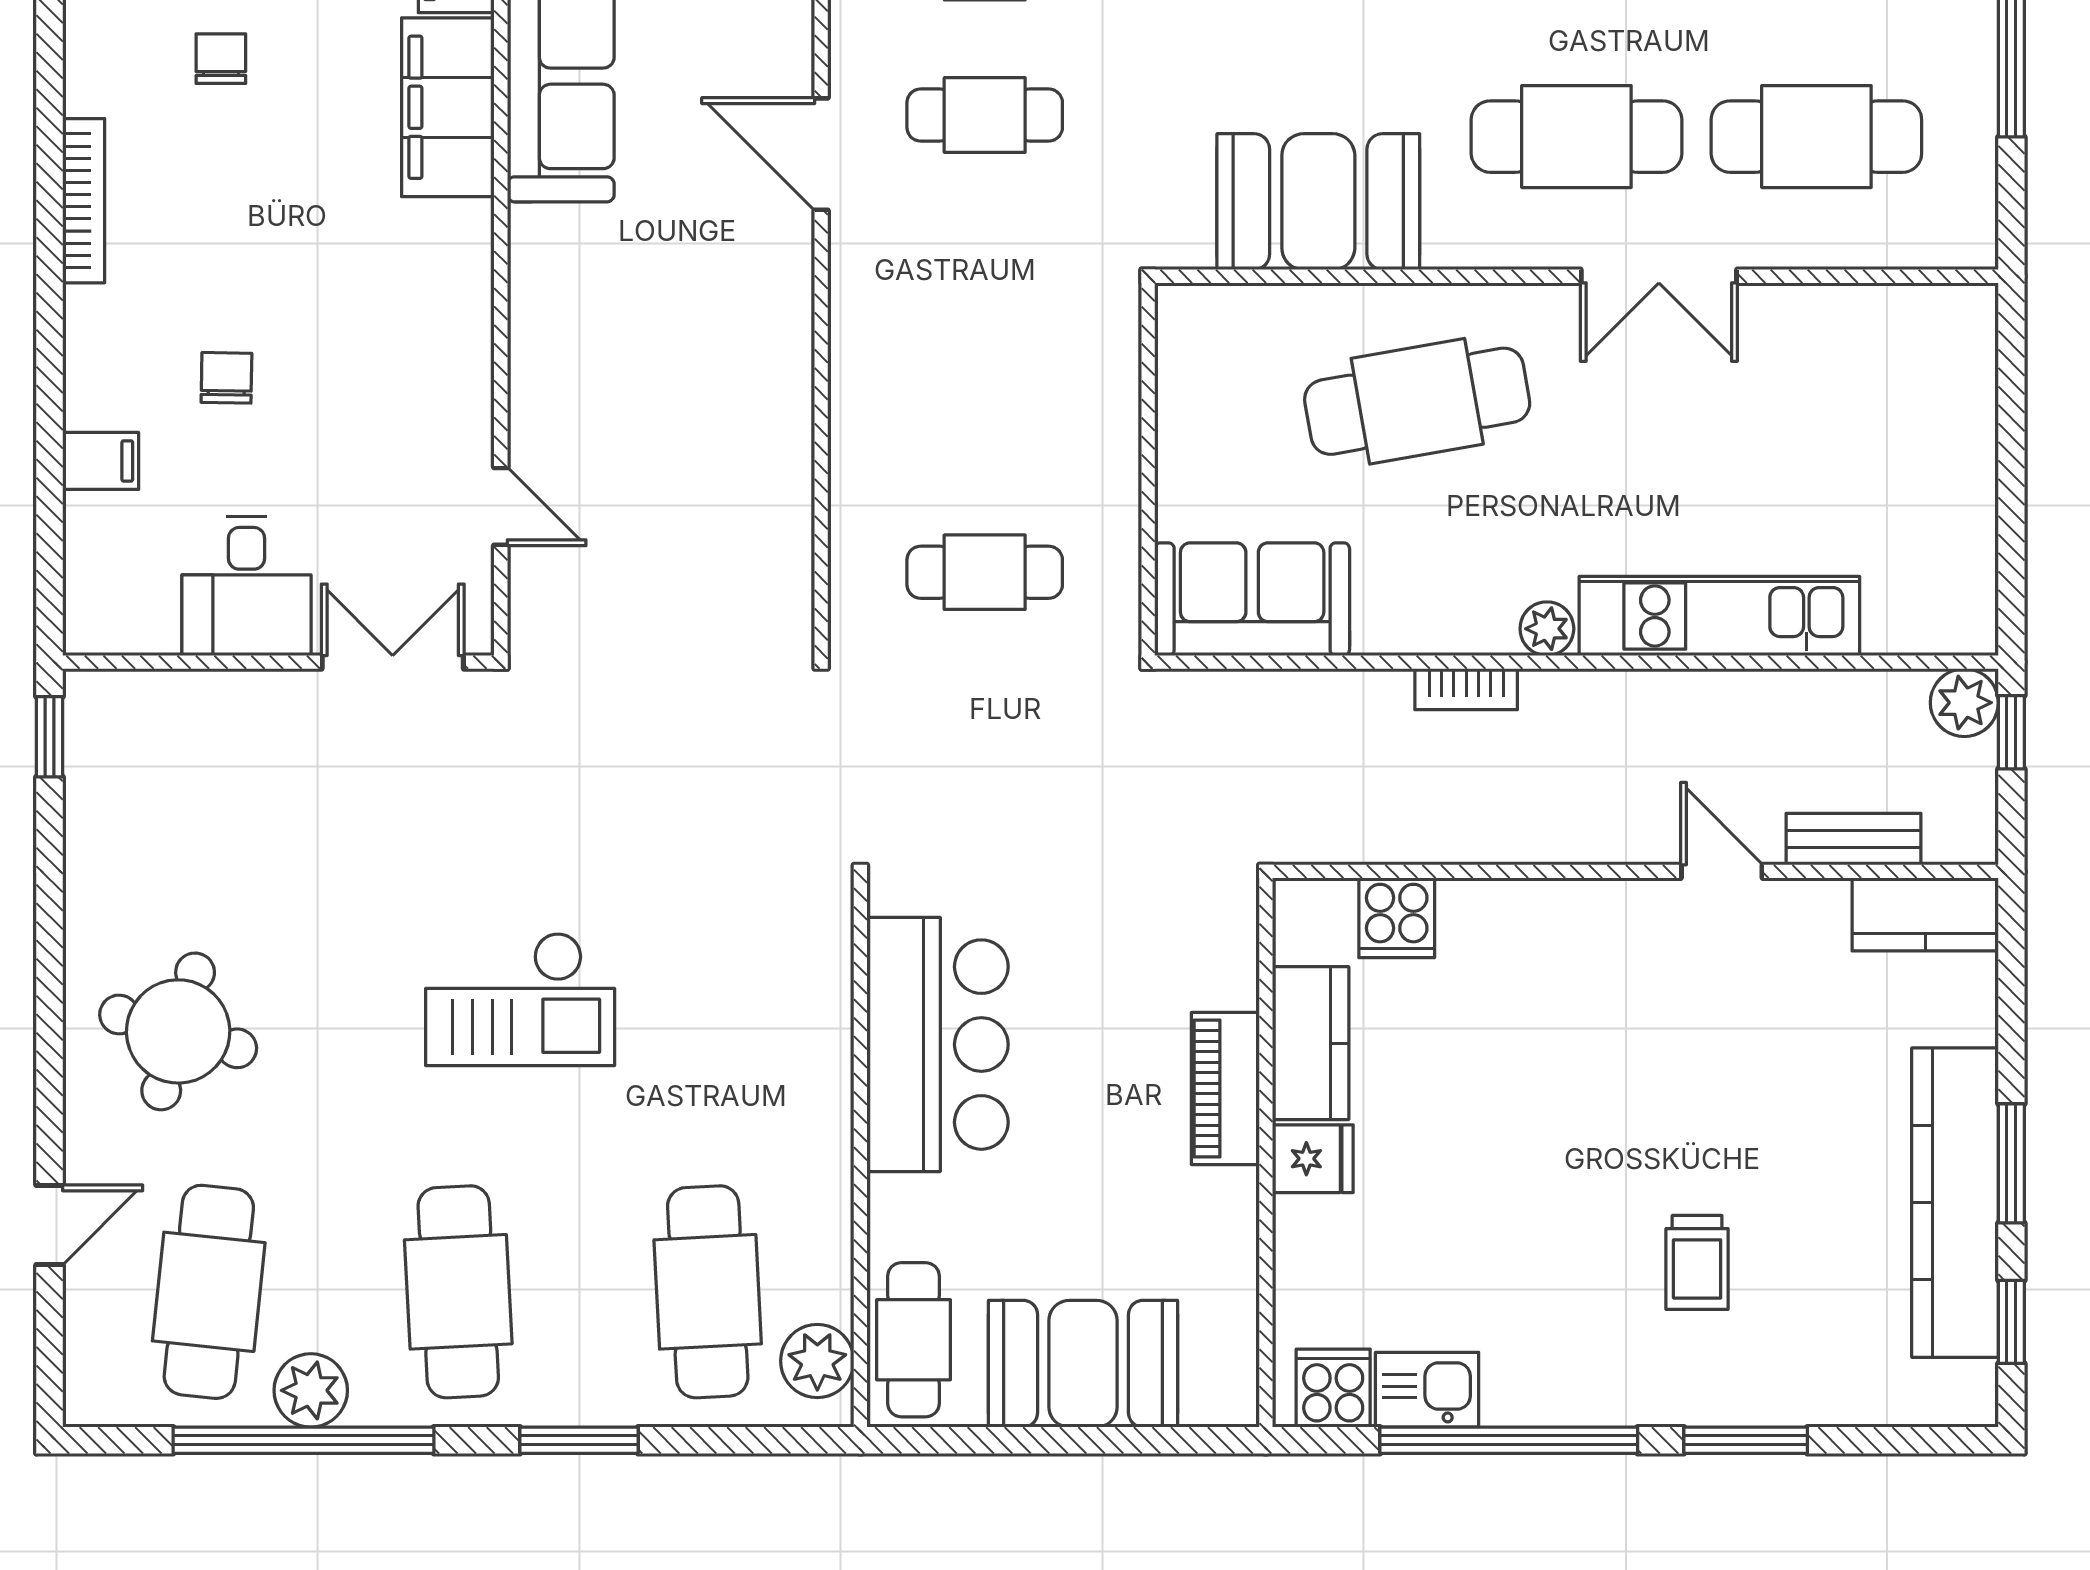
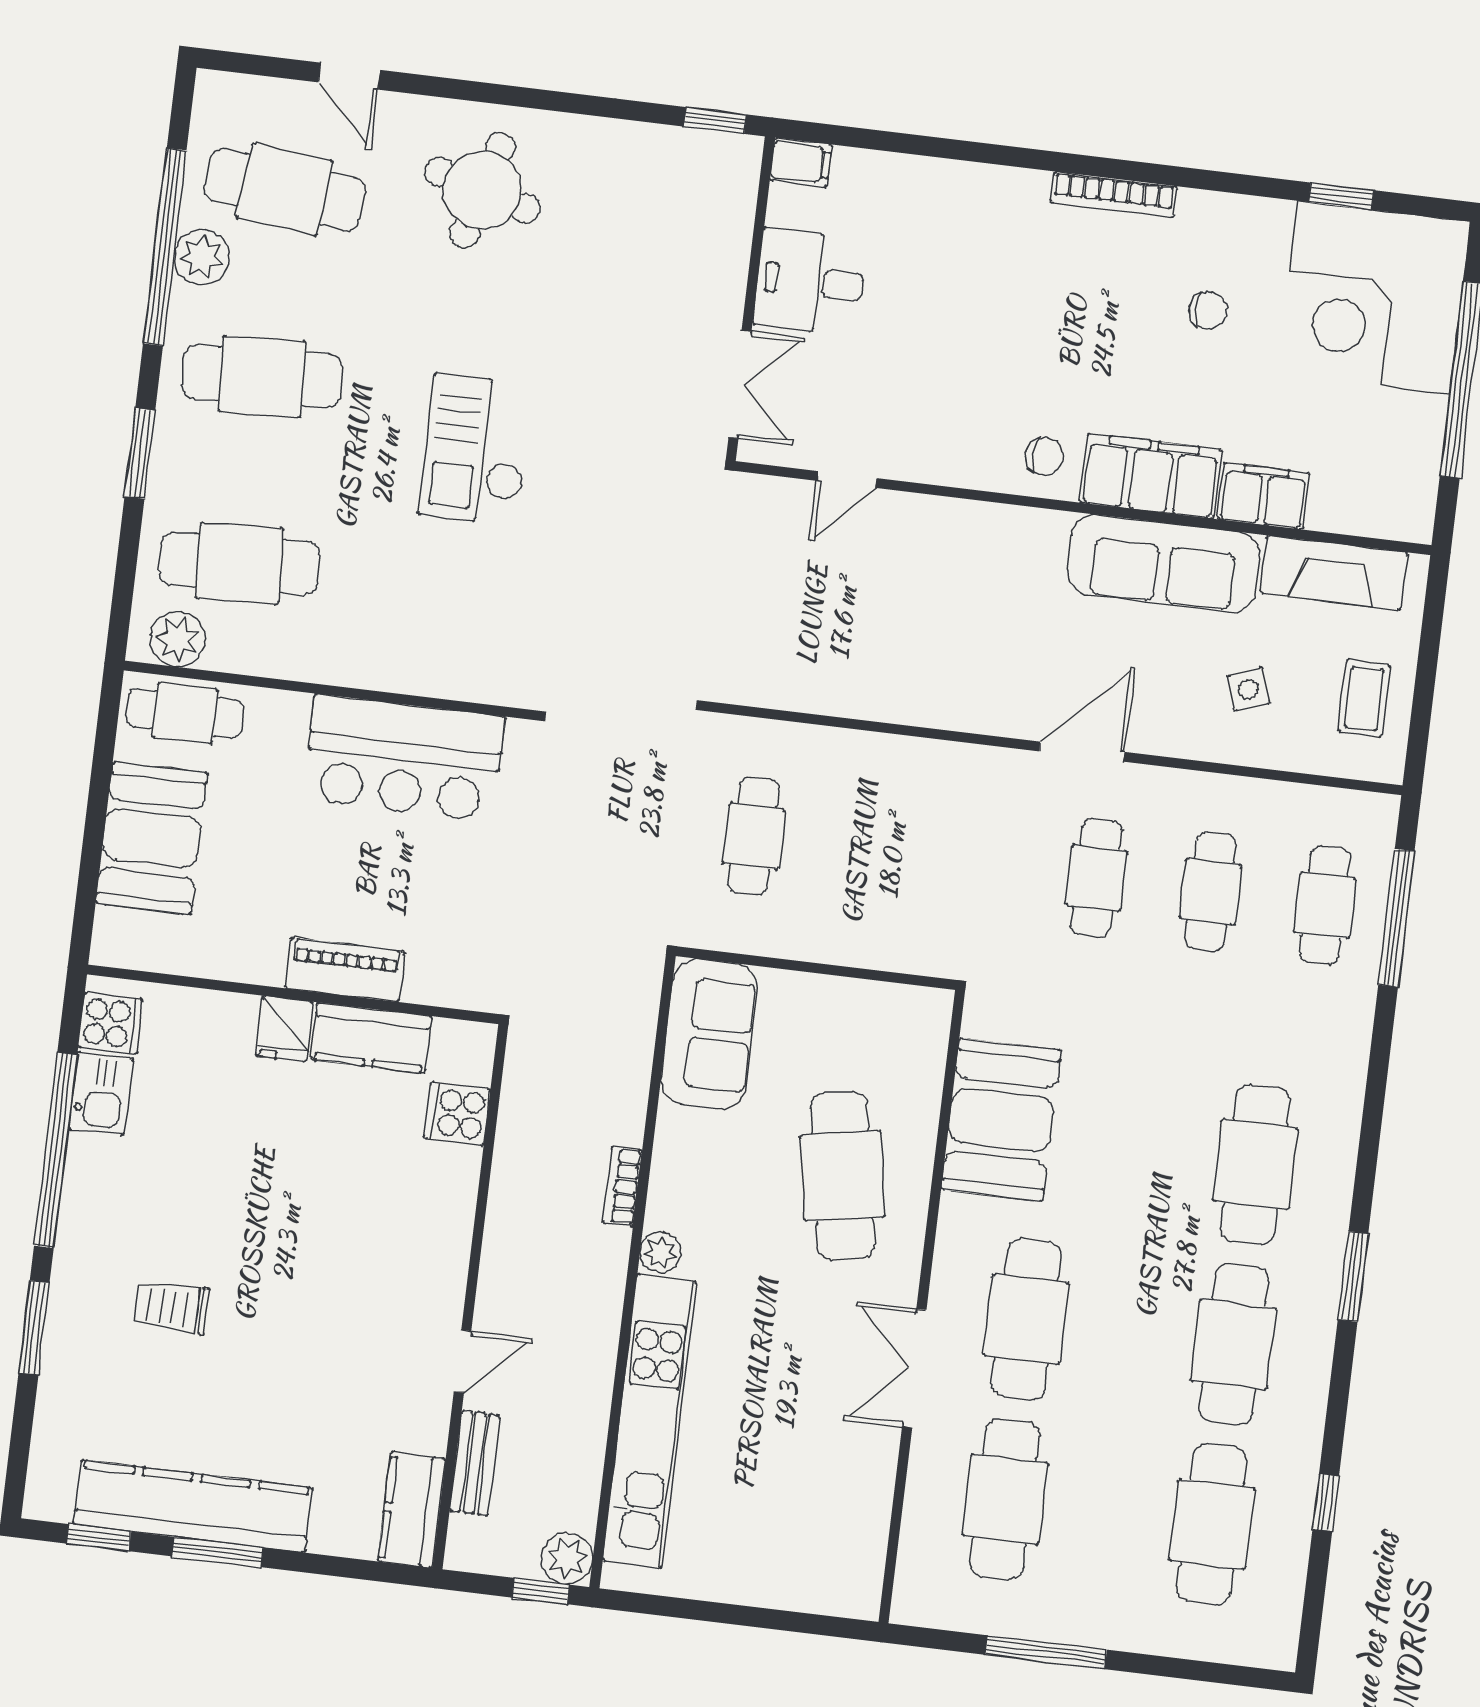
chair: (226, 378) -> (1045, 456), moved
filing cabinet: (101, 461) -> (801, 162), moved, turned -90
kitchen unit: (1719, 616) -> (650, 1421), width x1.36

